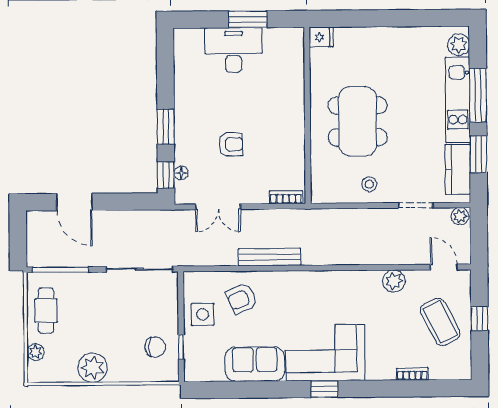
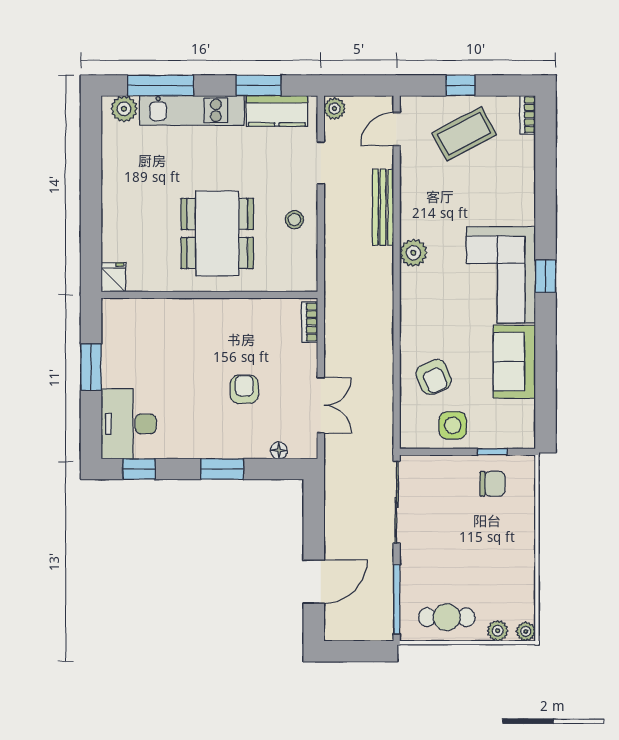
desk: (233, 50) -> (129, 424), moved
window: (478, 95) -> (161, 85), moved
dining table: (358, 121) -> (217, 233), turned 90
window: (166, 175) -> (139, 469), moved
bench: (269, 257) -> (383, 207), moved
plant: (394, 281) -> (413, 253), moved
chair: (155, 347) -> (492, 484), turned 90
plant: (93, 368) -> (526, 632), moved, width x0.53, depth x0.53
bookcase: (412, 374) -> (528, 115), moved

